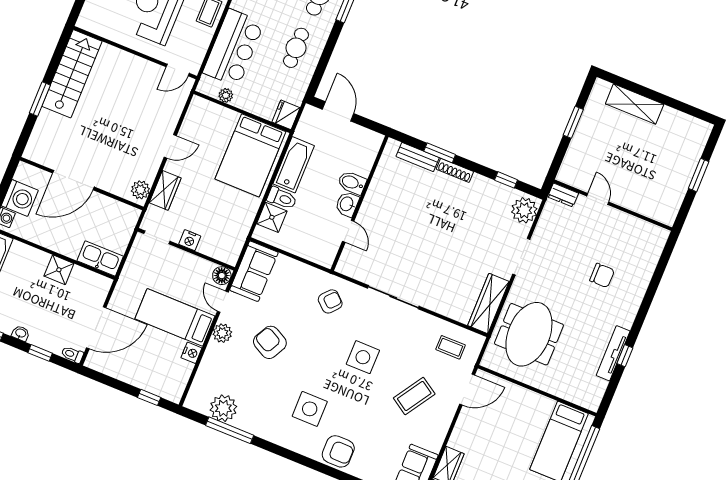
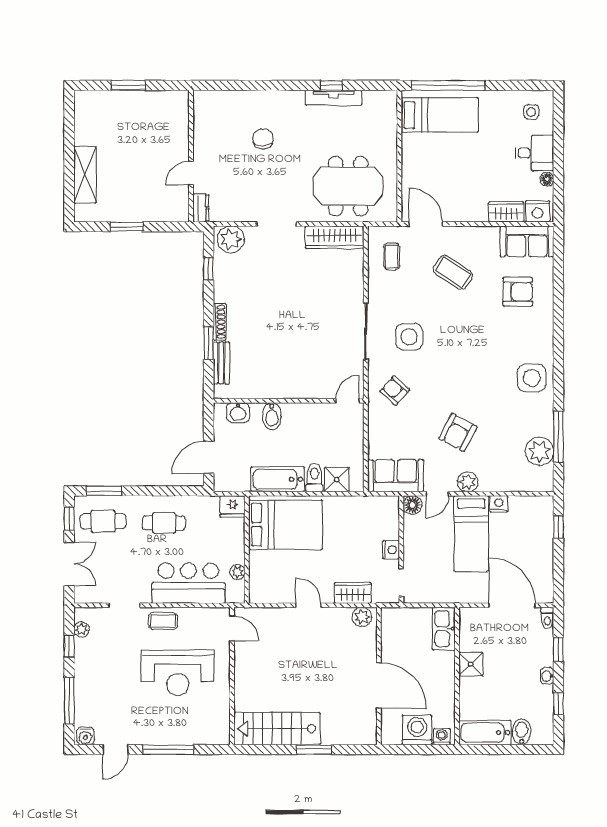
washbasin: (347, 204) -> (238, 412), moved
door: (348, 231) -> (348, 401), moved
side table: (363, 357) -> (409, 337), moved
side table: (310, 409) -> (532, 378), moved
armchair: (338, 451) -> (518, 292), moved, turned 90

